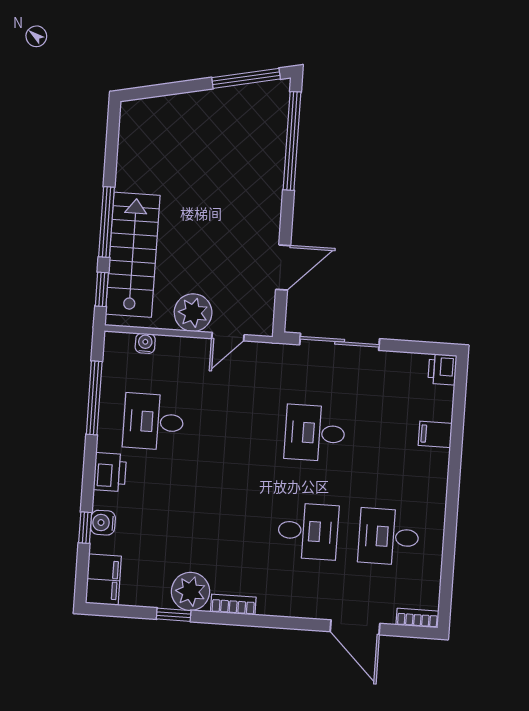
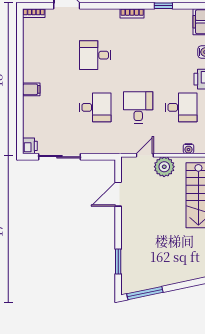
window: (292, 141) -> (118, 261), width x0.47
sliding door: (340, 342) -> (59, 157), moved
filing cabinet: (435, 434) -> (31, 89), moved
desk: (389, 537) -> (138, 107), moved, turned -90
plant: (191, 591) -> (155, 19), removed

